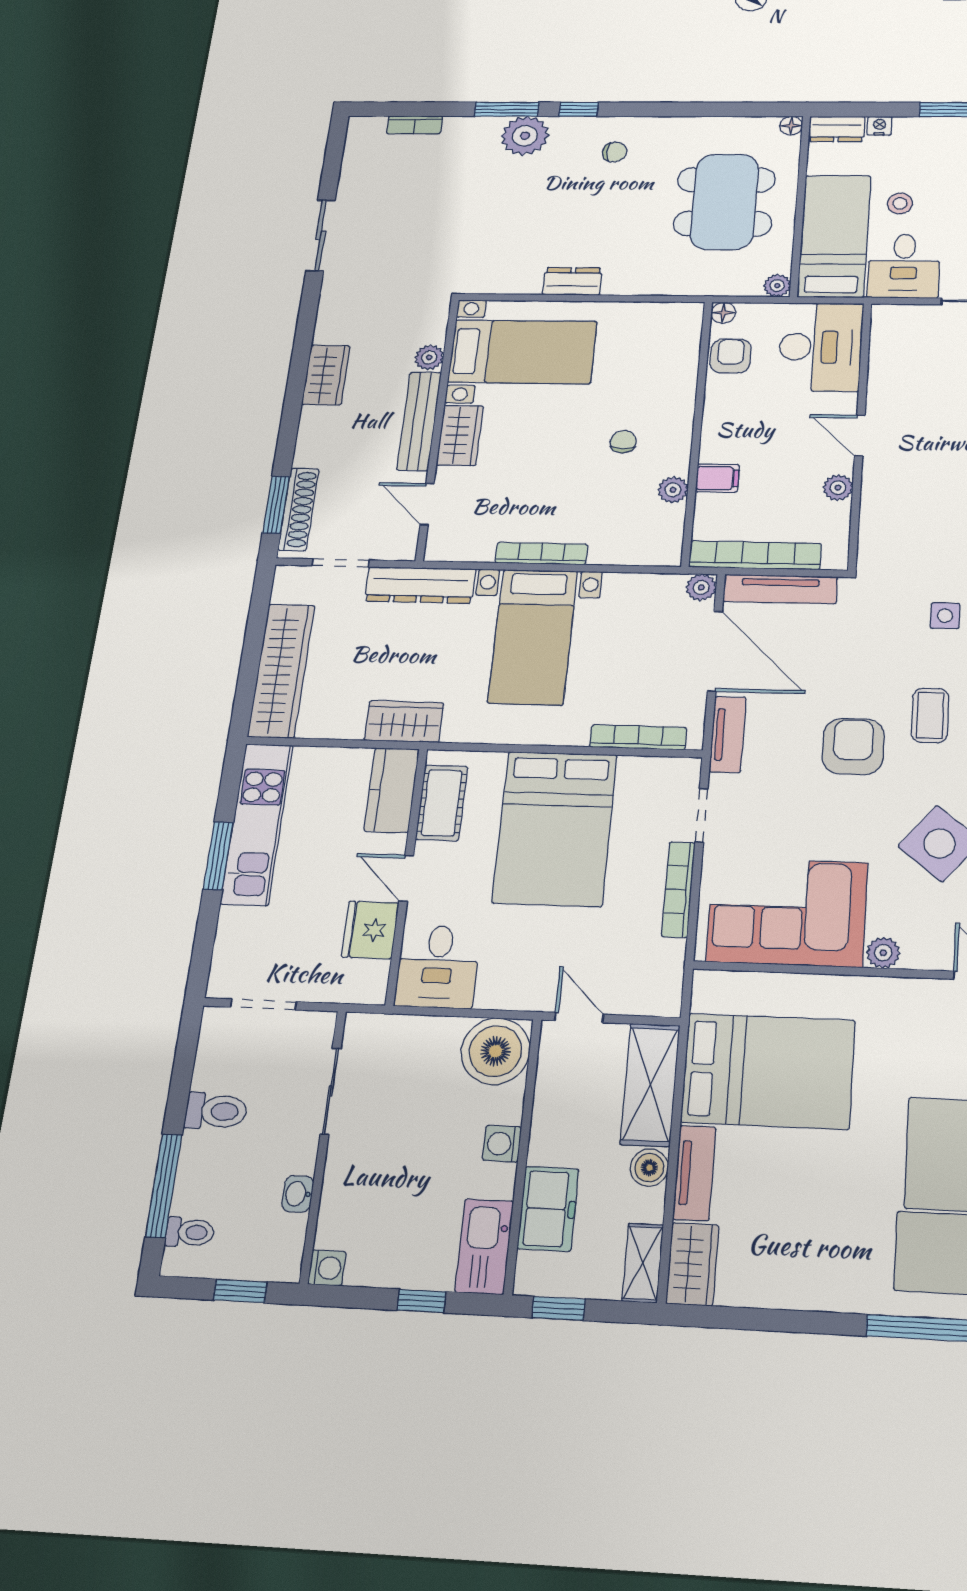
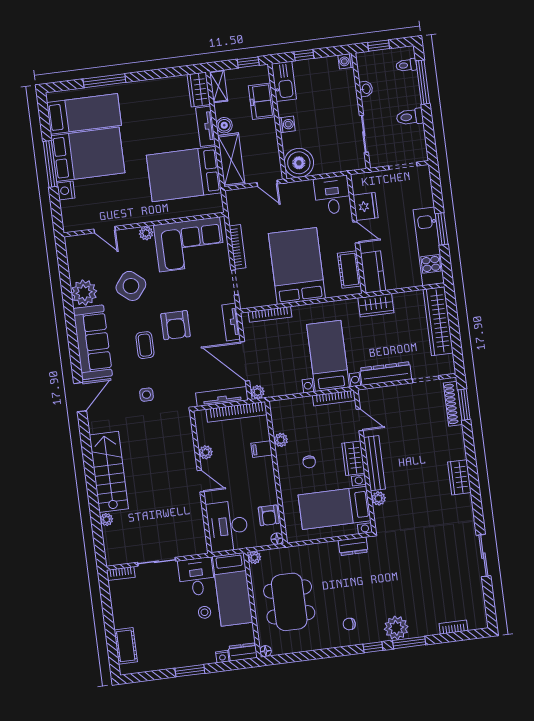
bed with nightstands: (522, 352) -> (334, 508), moved
plant: (429, 357) -> (379, 498), moved
bench: (419, 421) -> (375, 463), moved
wall: (438, 427) -> (365, 461), moved
wardrobe: (460, 435) -> (353, 458), moved
door: (427, 504) -> (360, 420), moved

